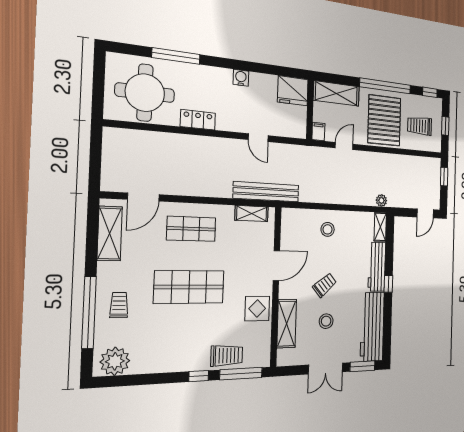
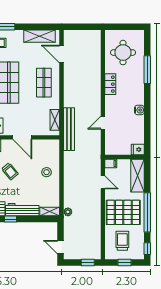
fridge: (293, 91) -> (138, 150), width x0.53, depth x0.75
round table: (145, 93) -> (123, 53), width x0.73, depth x0.73

